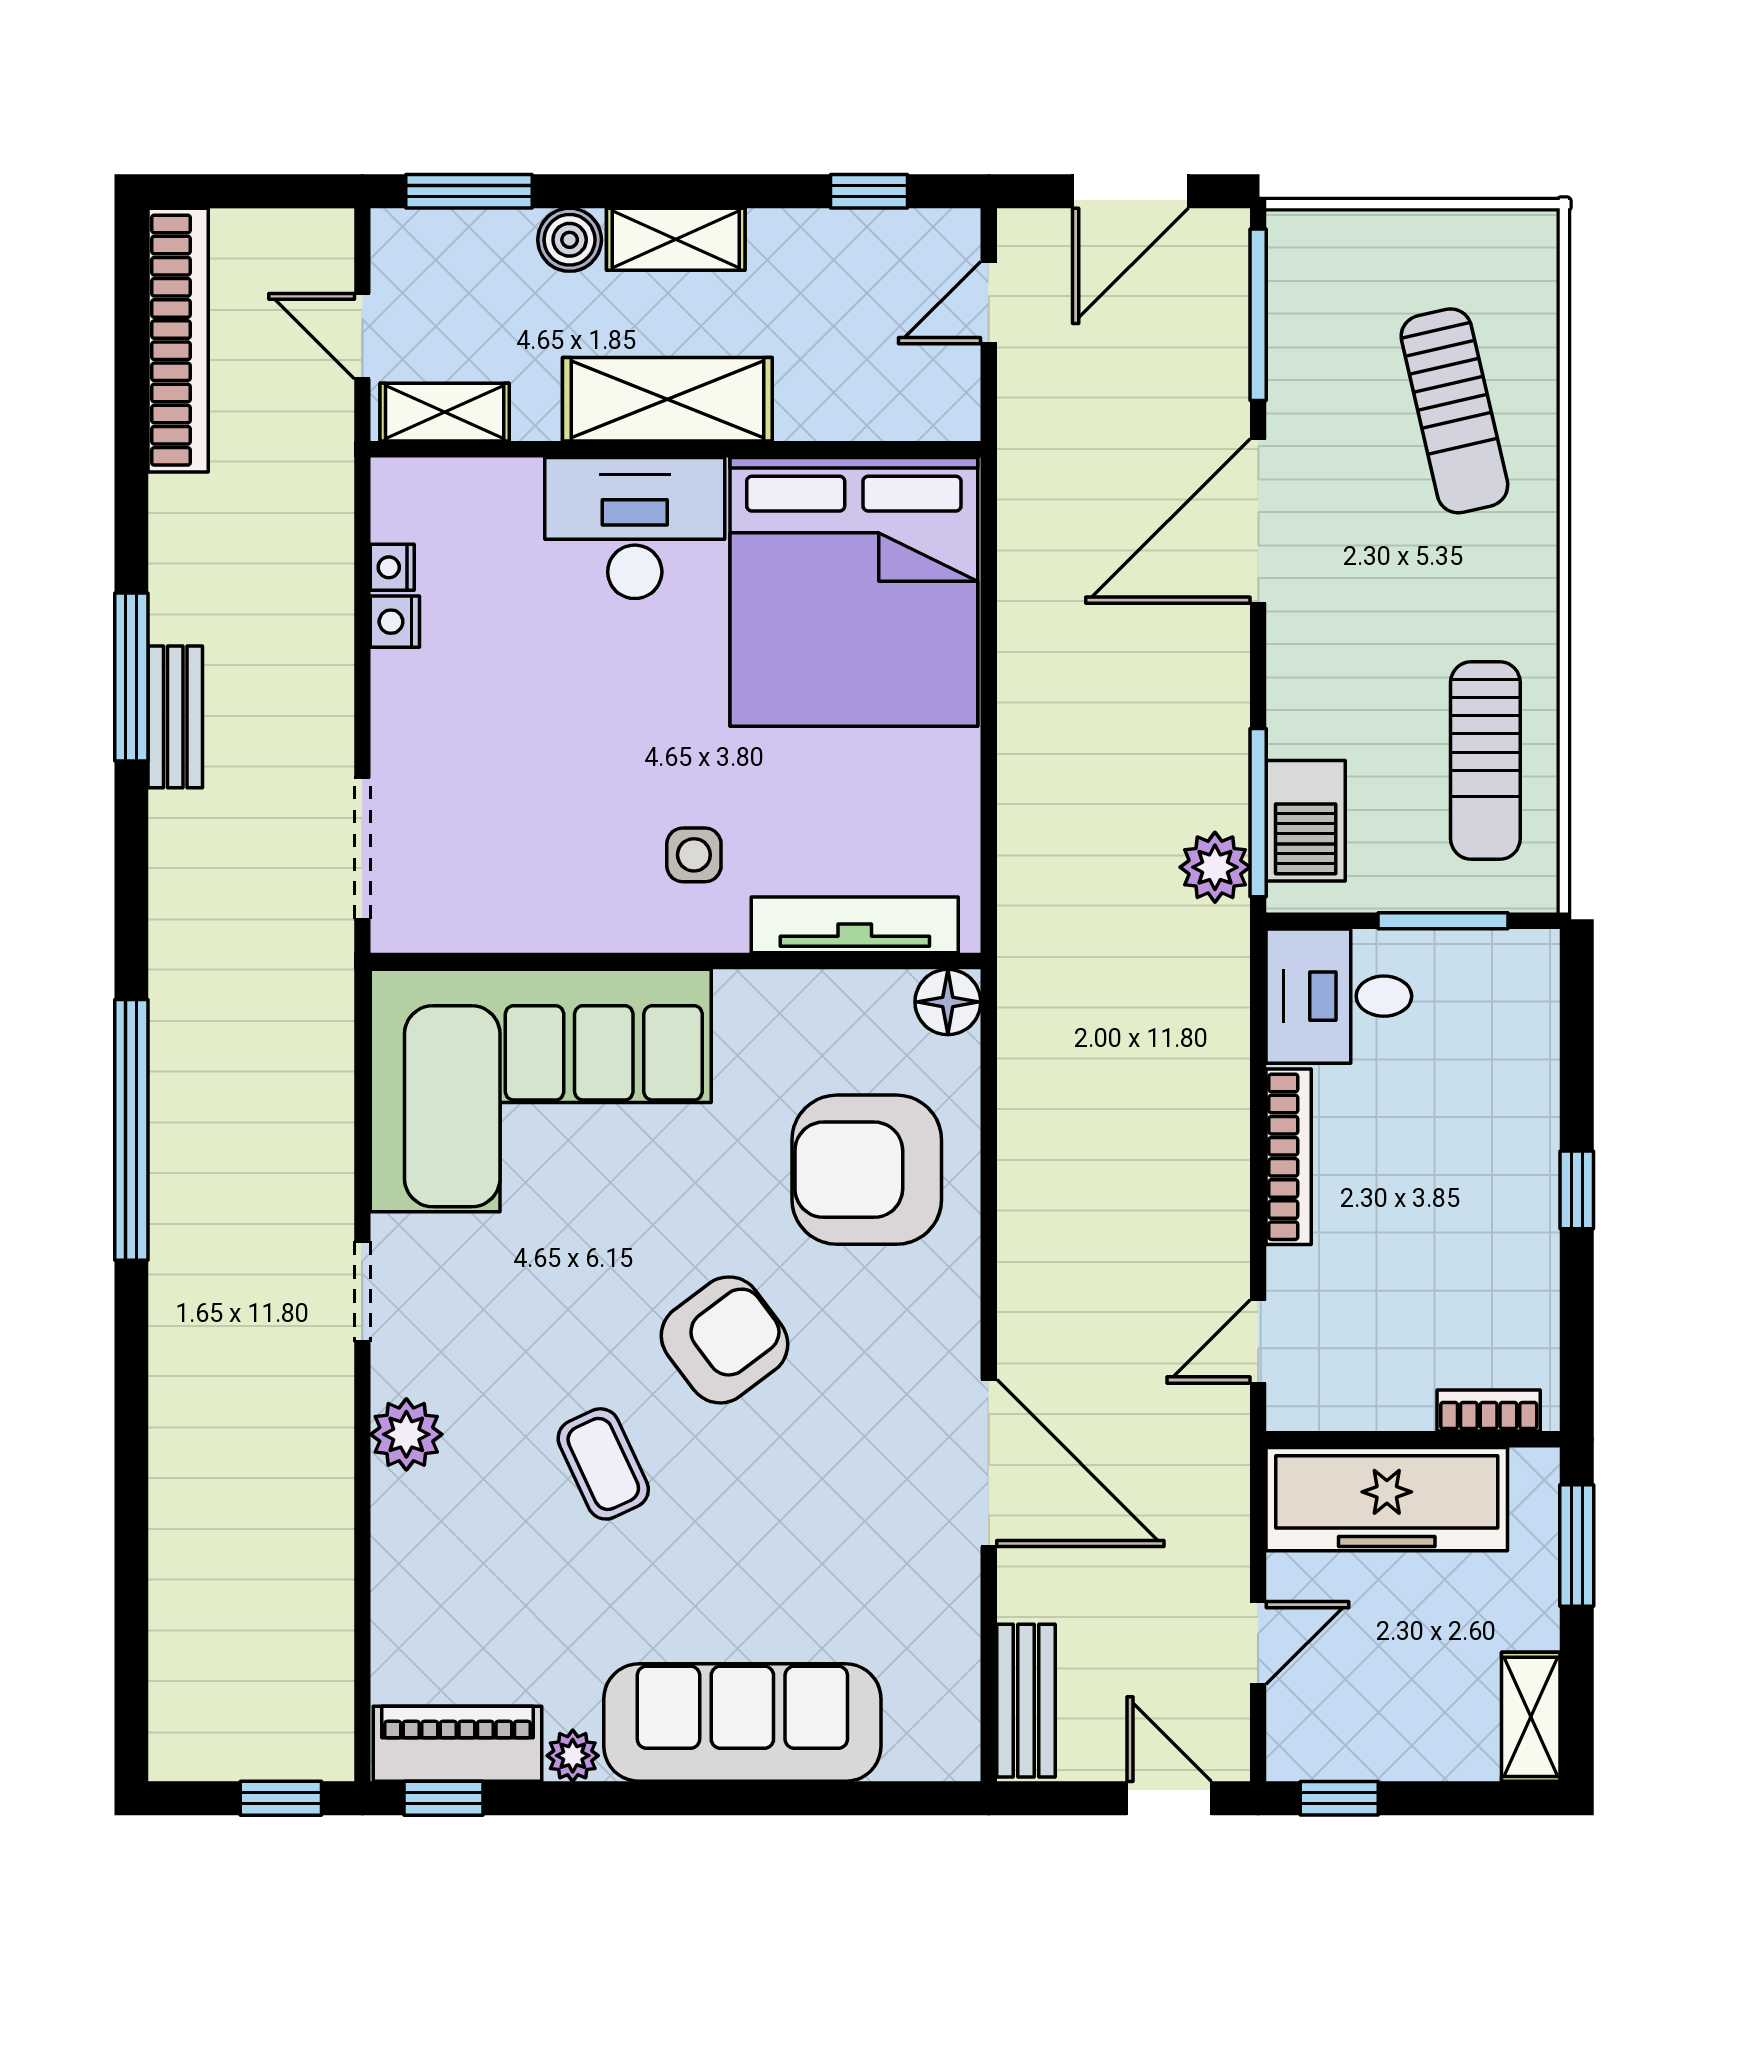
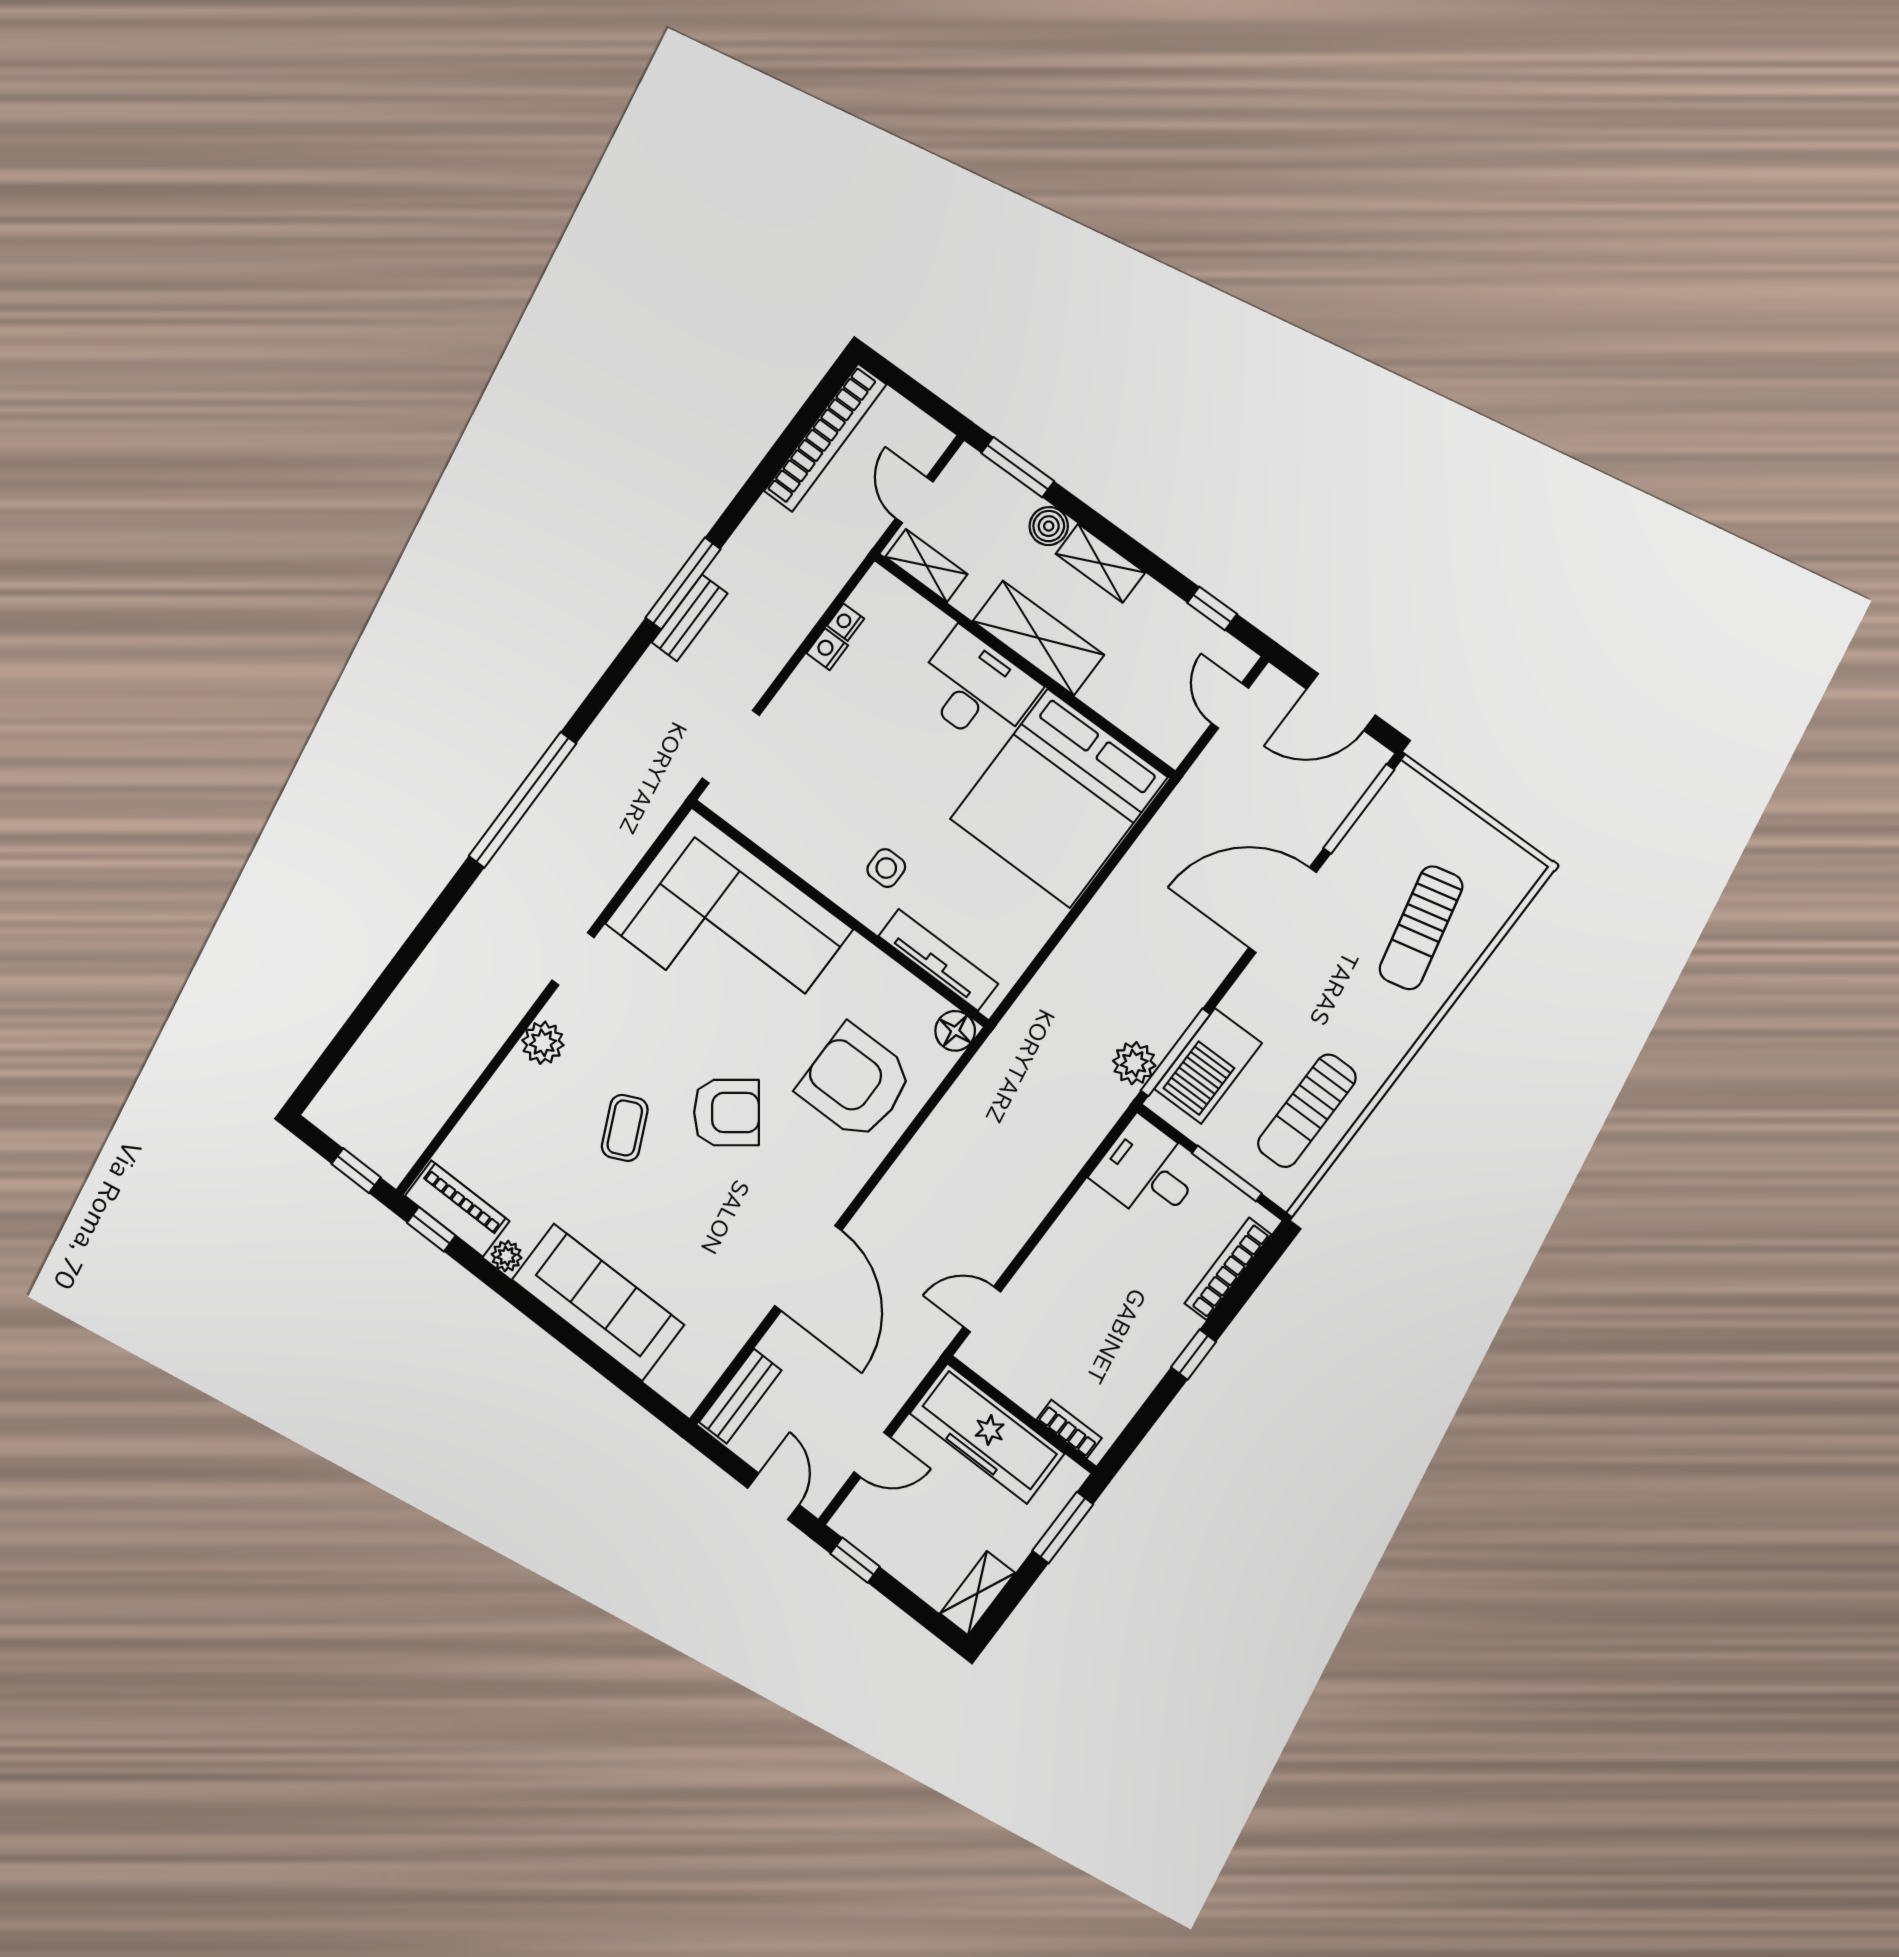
door: (989, 303) -> (1230, 706), hinge flipped
barbecue: (1306, 821) -> (1208, 1066), width x1.37, depth x1.21
bookcase: (1289, 1157) -> (1228, 1269), moved, turned 180

